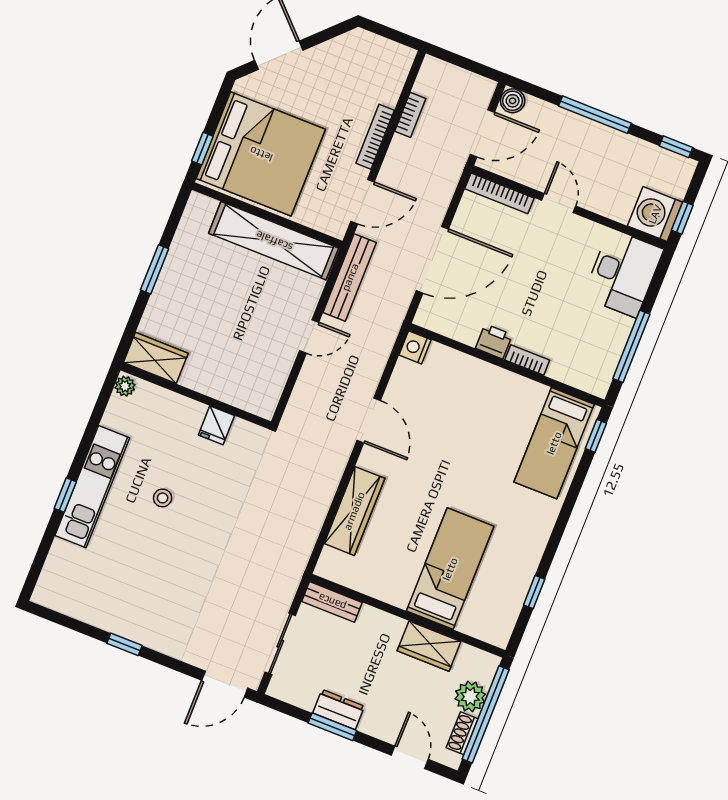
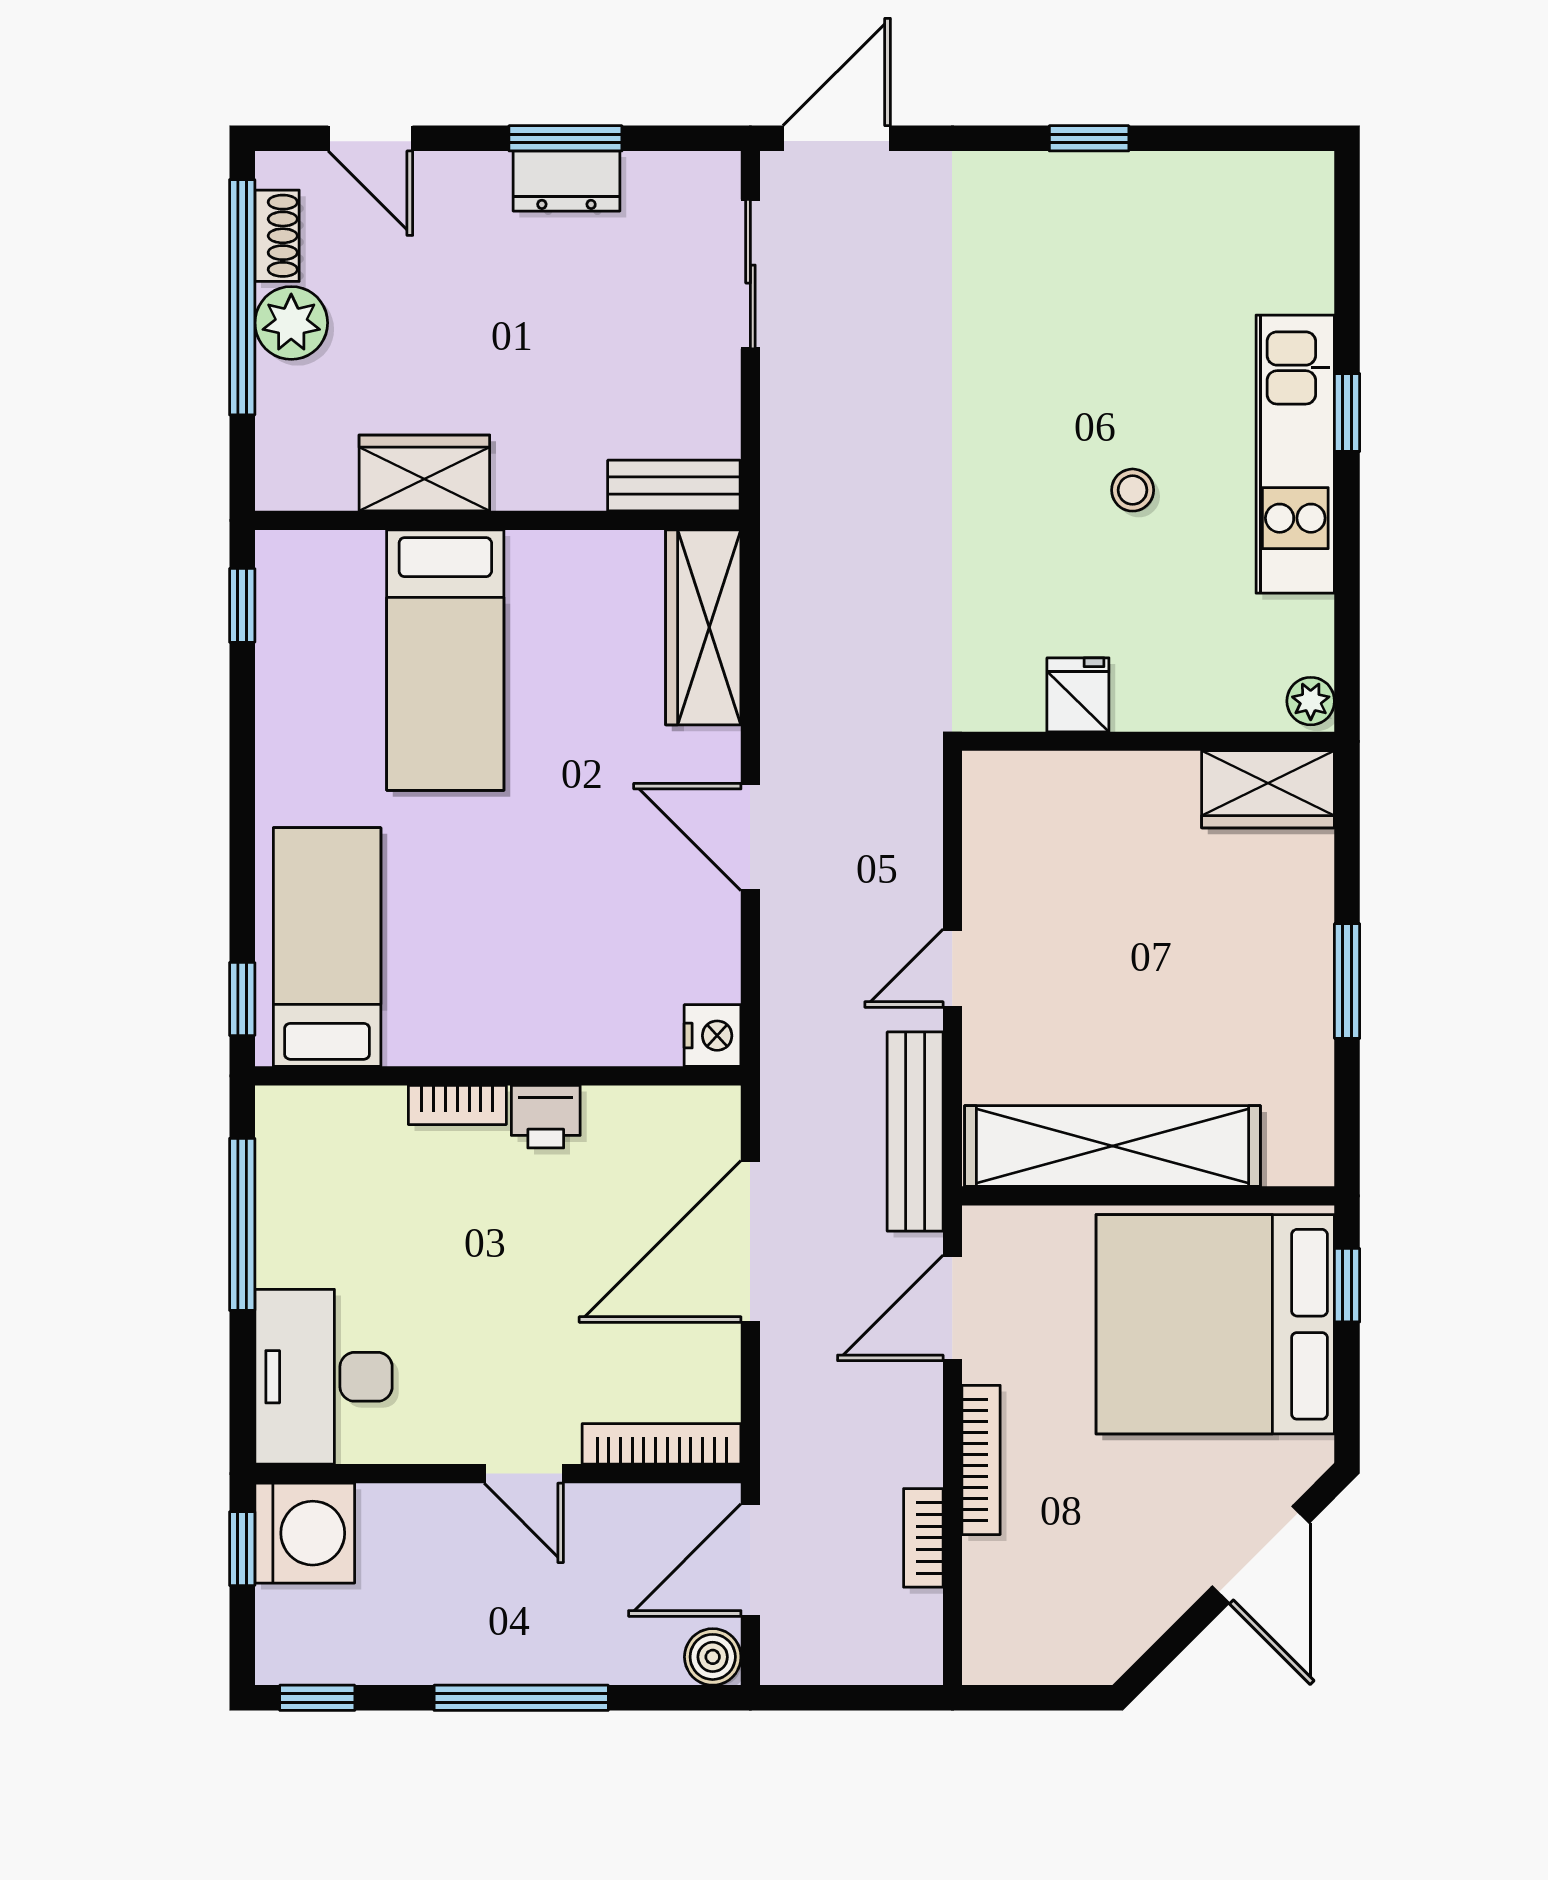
bed: (450, 569) -> (445, 660), moved
bench: (332, 602) -> (674, 486), moved
wall: (407, 616) -> (498, 520), moved
wardrobe: (429, 646) -> (424, 473), moved

